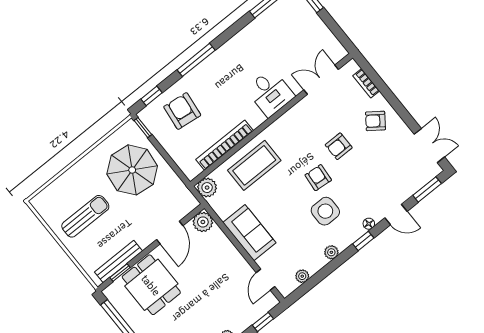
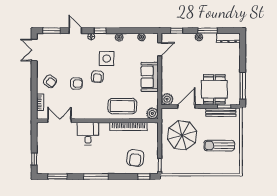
window: (196, 60) -> (96, 176), moved
double door: (321, 80) -> (60, 121), swing flipped
parasol: (132, 170) -> (182, 135), moved

